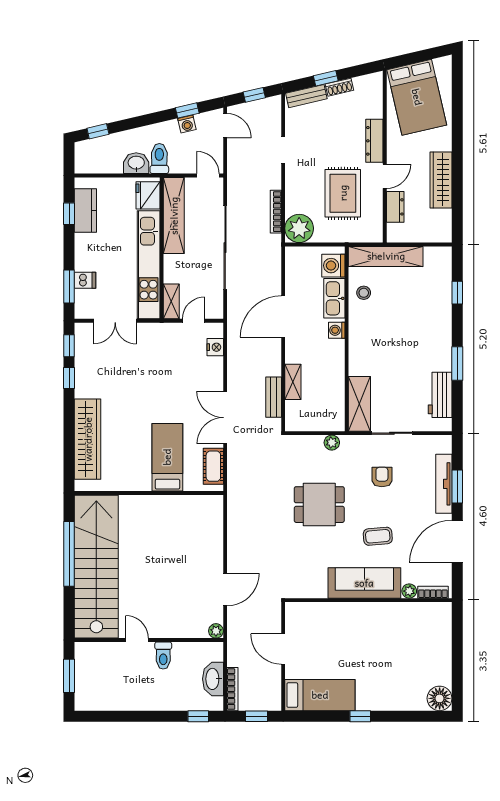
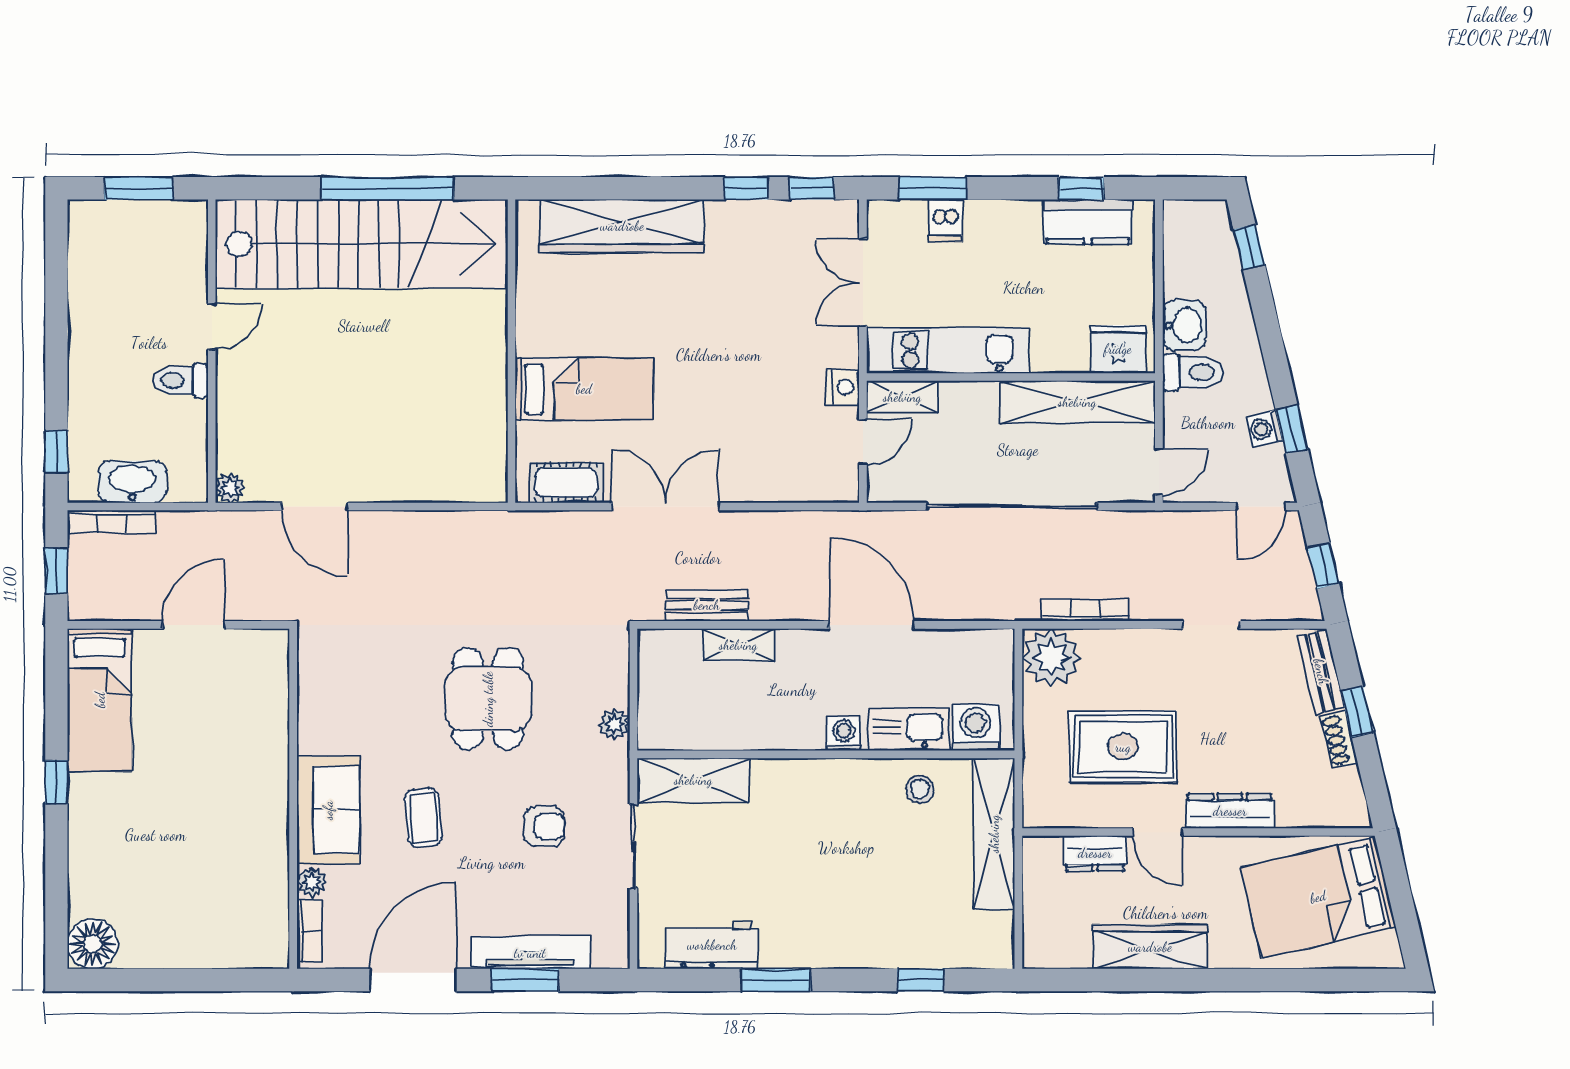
kitchen unit: (149, 265) -> (948, 350), width x0.73
door: (194, 321) -> (863, 442), hinge flipped
nightstand: (215, 347) -> (843, 387), moved, turned -90
door: (457, 541) -> (413, 980), hinge flipped
sofa: (364, 583) -> (328, 810), width x0.73

